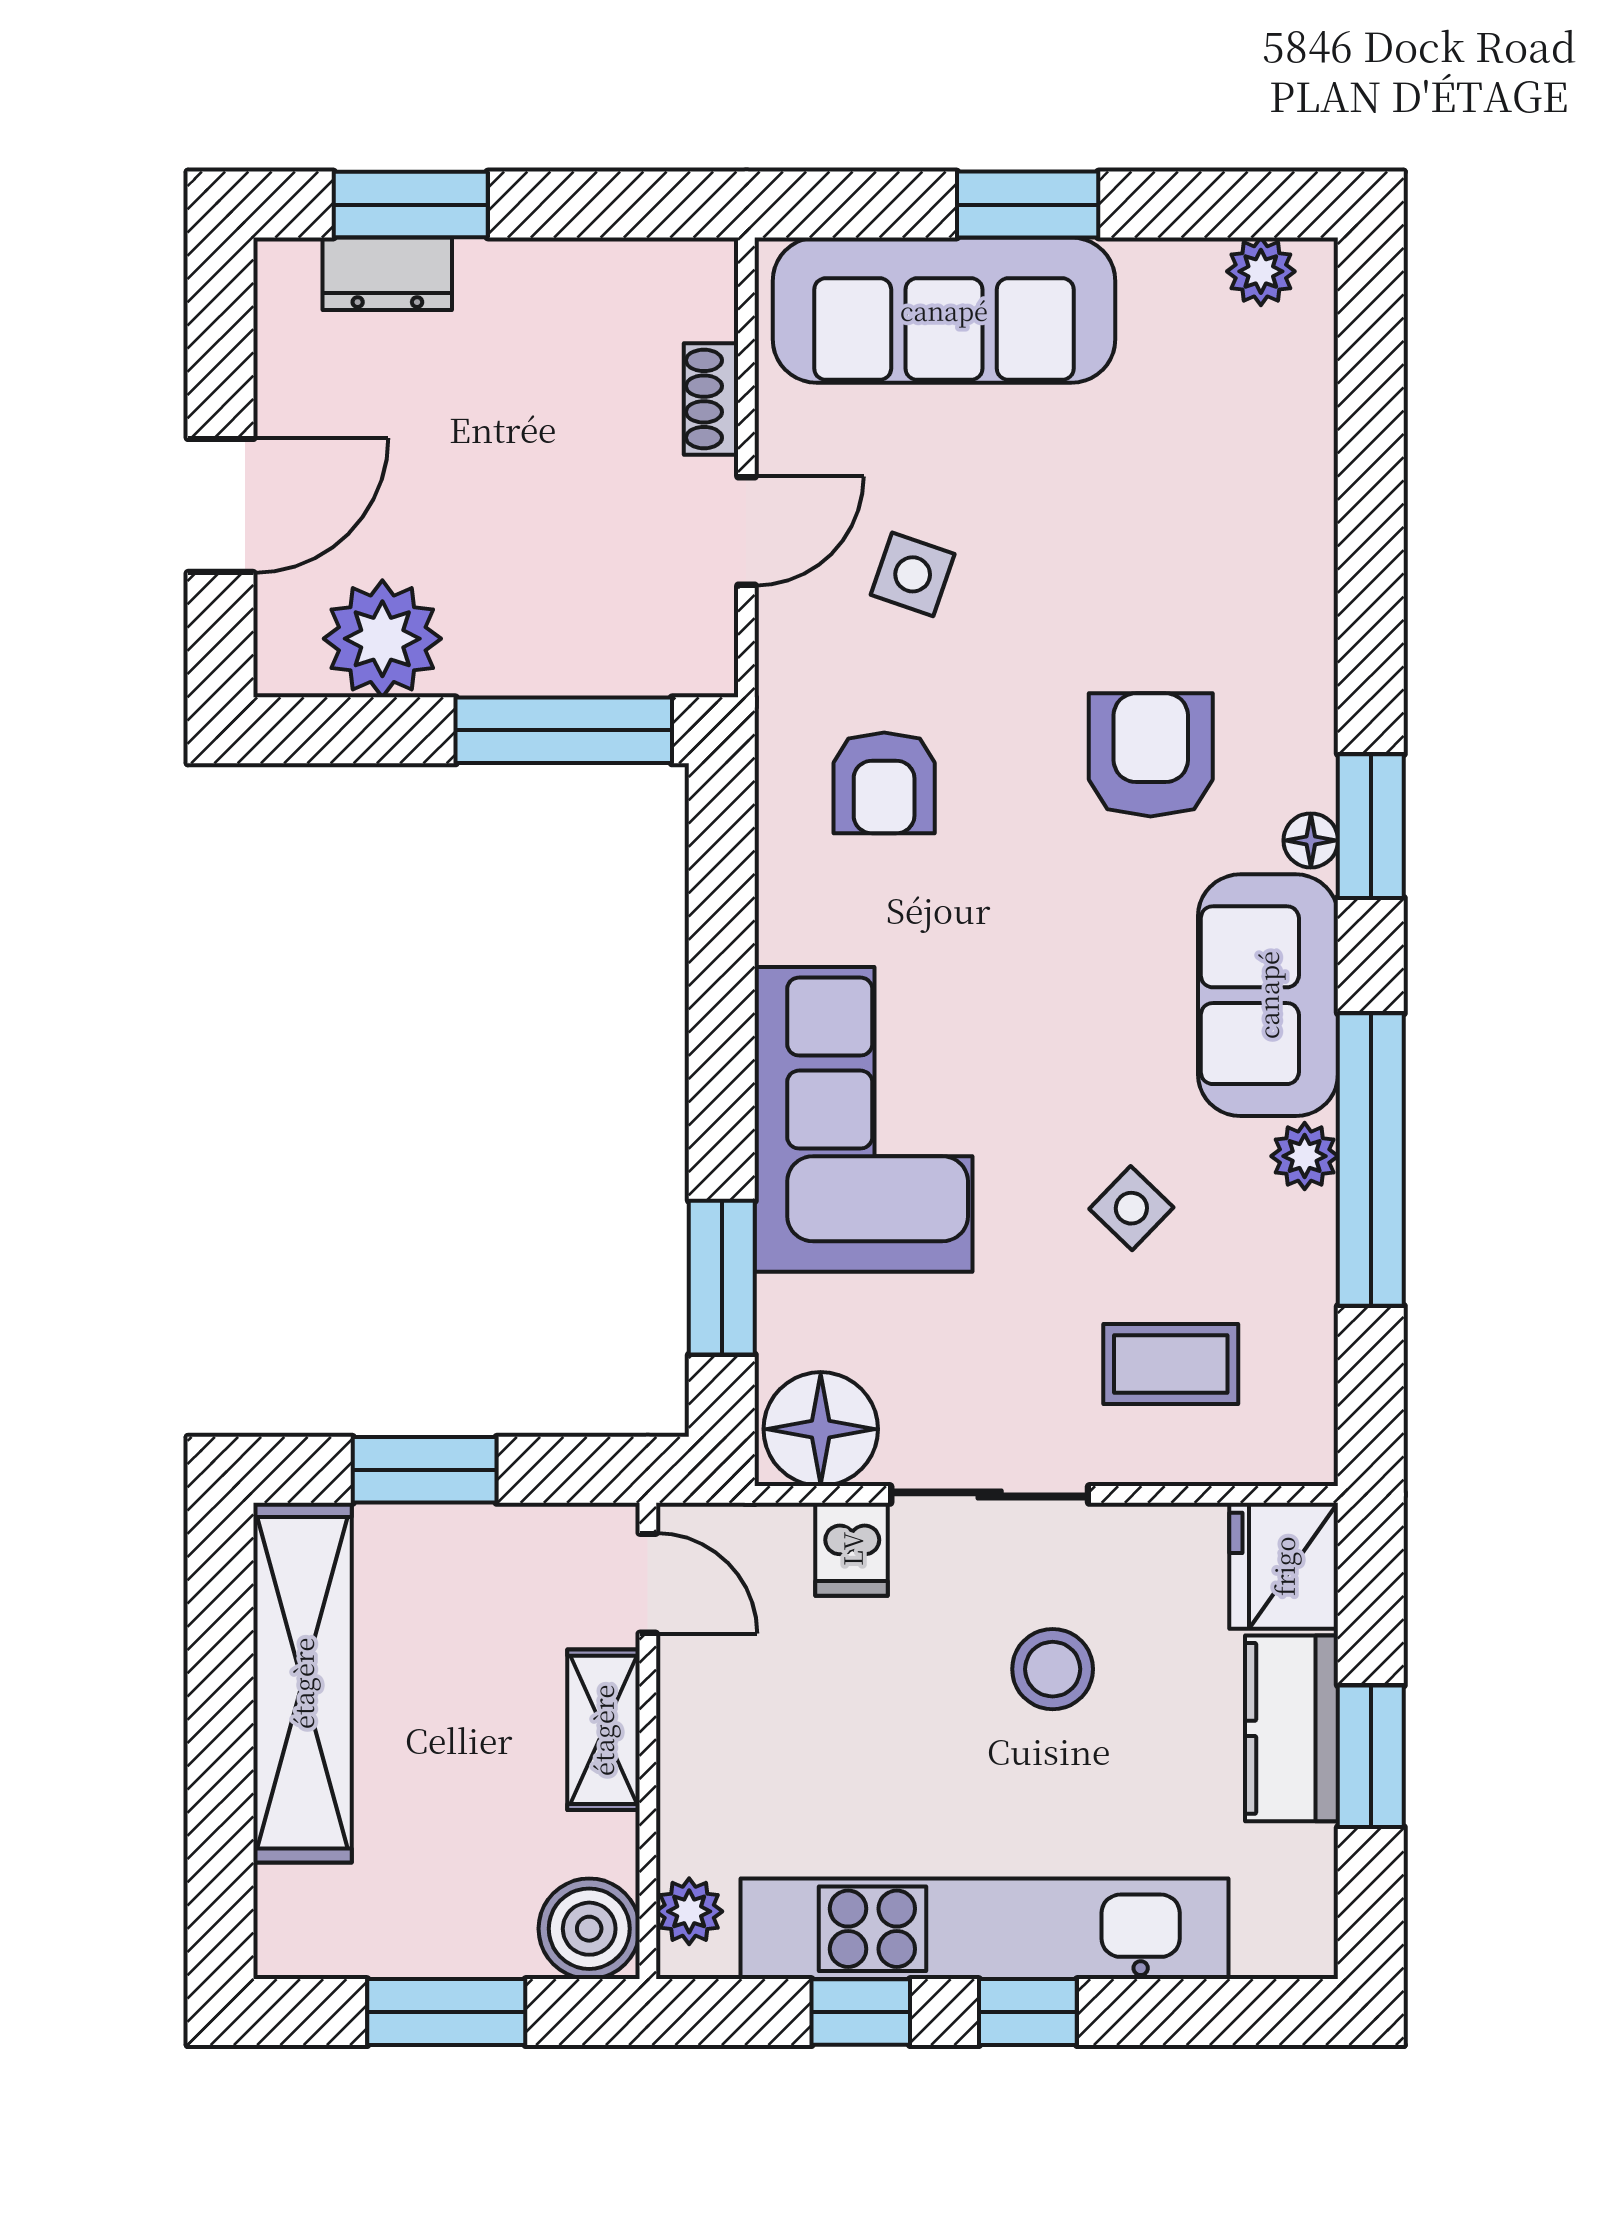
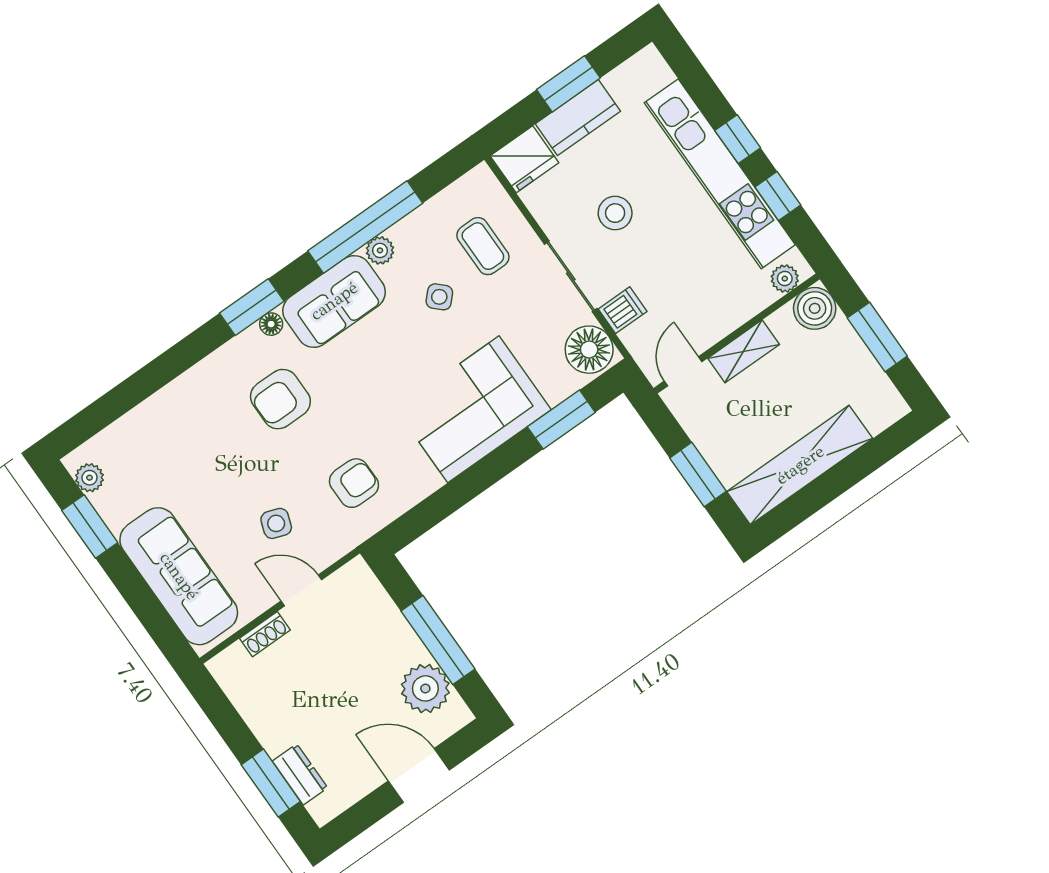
window: (1028, 205) -> (90, 527), moved
window: (564, 730) -> (438, 640), moved

